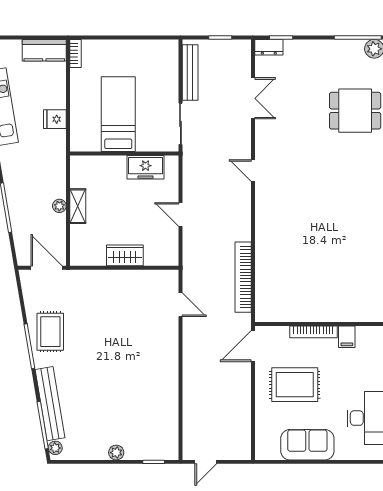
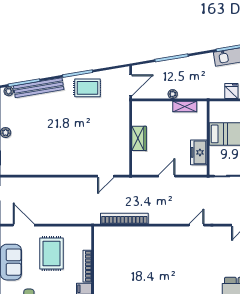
shelving: (78, 206) -> (185, 106), moved
door: (253, 346) -> (24, 225), moved

